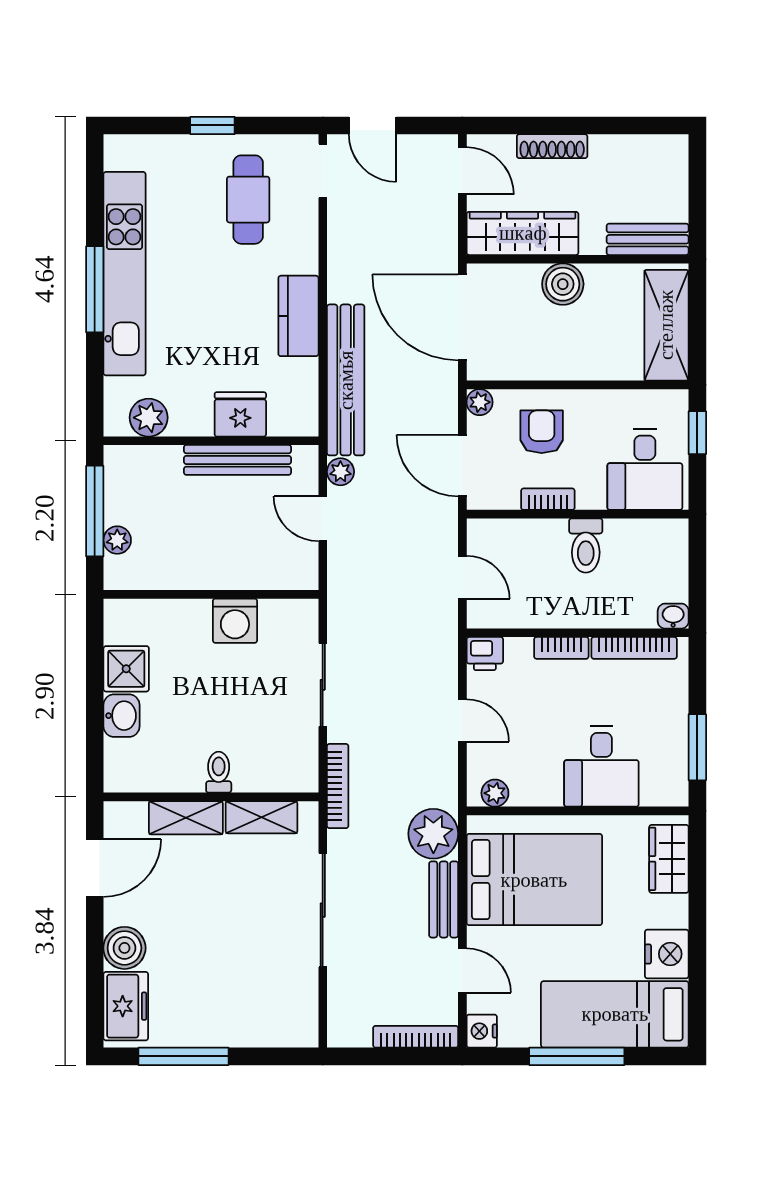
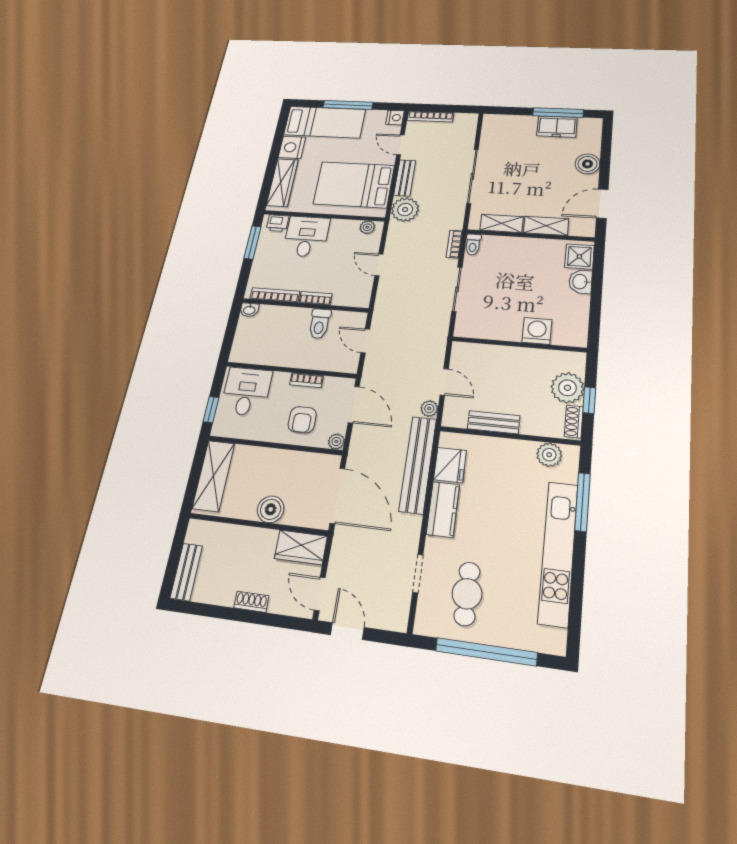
window: (212, 125) -> (486, 652), width x3.17
door: (373, 125) -> (347, 631), moved
shoe rack: (552, 146) -> (251, 602), width x0.70
doorway: (323, 171) -> (418, 574), moved
wardrobe: (523, 233) -> (301, 547), width x0.67
bench: (648, 239) -> (186, 572), moved, turned 90
window: (95, 289) -> (583, 502), moved
fridge: (240, 414) -> (450, 465), moved, turned -90
bench: (237, 460) -> (494, 422), width x0.73
shoe rack: (116, 474) -> (574, 422), added
window: (95, 511) -> (589, 400), width x0.46
plant: (117, 540) -> (567, 388), width x1.88, depth x1.88
toilet: (586, 546) -> (319, 324), moved, turned 180
washing machine: (235, 621) -> (537, 331), moved
printer: (485, 654) -> (278, 223), moved, turned 180
shower: (126, 669) -> (579, 257), moved
toilet: (219, 772) -> (473, 245), moved
bookcase: (338, 786) -> (454, 244), width x0.64
wardrobe: (669, 859) -> (282, 183), width x1.50
freezer: (126, 1006) -> (557, 127), moved, turned -90

